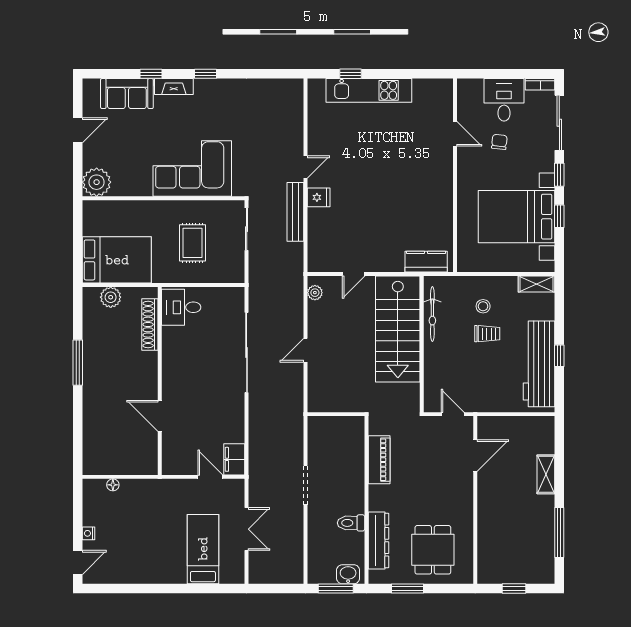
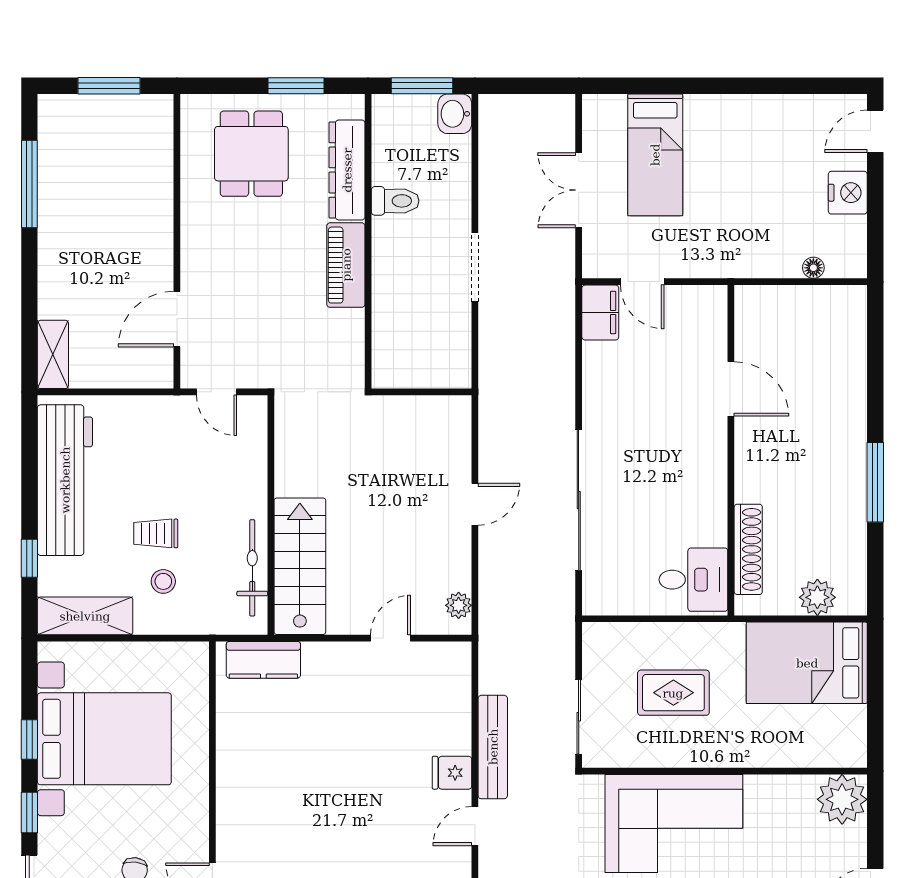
rug: (193, 243) -> (673, 693), turned 90
shelving: (537, 284) -> (85, 616), width x1.50, depth x1.33
stairs: (398, 329) -> (300, 566), width x0.73, depth x0.66
window: (559, 356) -> (29, 558), moved
piano: (379, 460) -> (346, 265), moved
shelving: (546, 474) -> (53, 354), moved
nightstand: (88, 533) -> (848, 193), width x1.89, depth x1.79
washbasin: (348, 574) -> (455, 114), moved, turned 90
window: (514, 589) -> (109, 86), width x1.50

